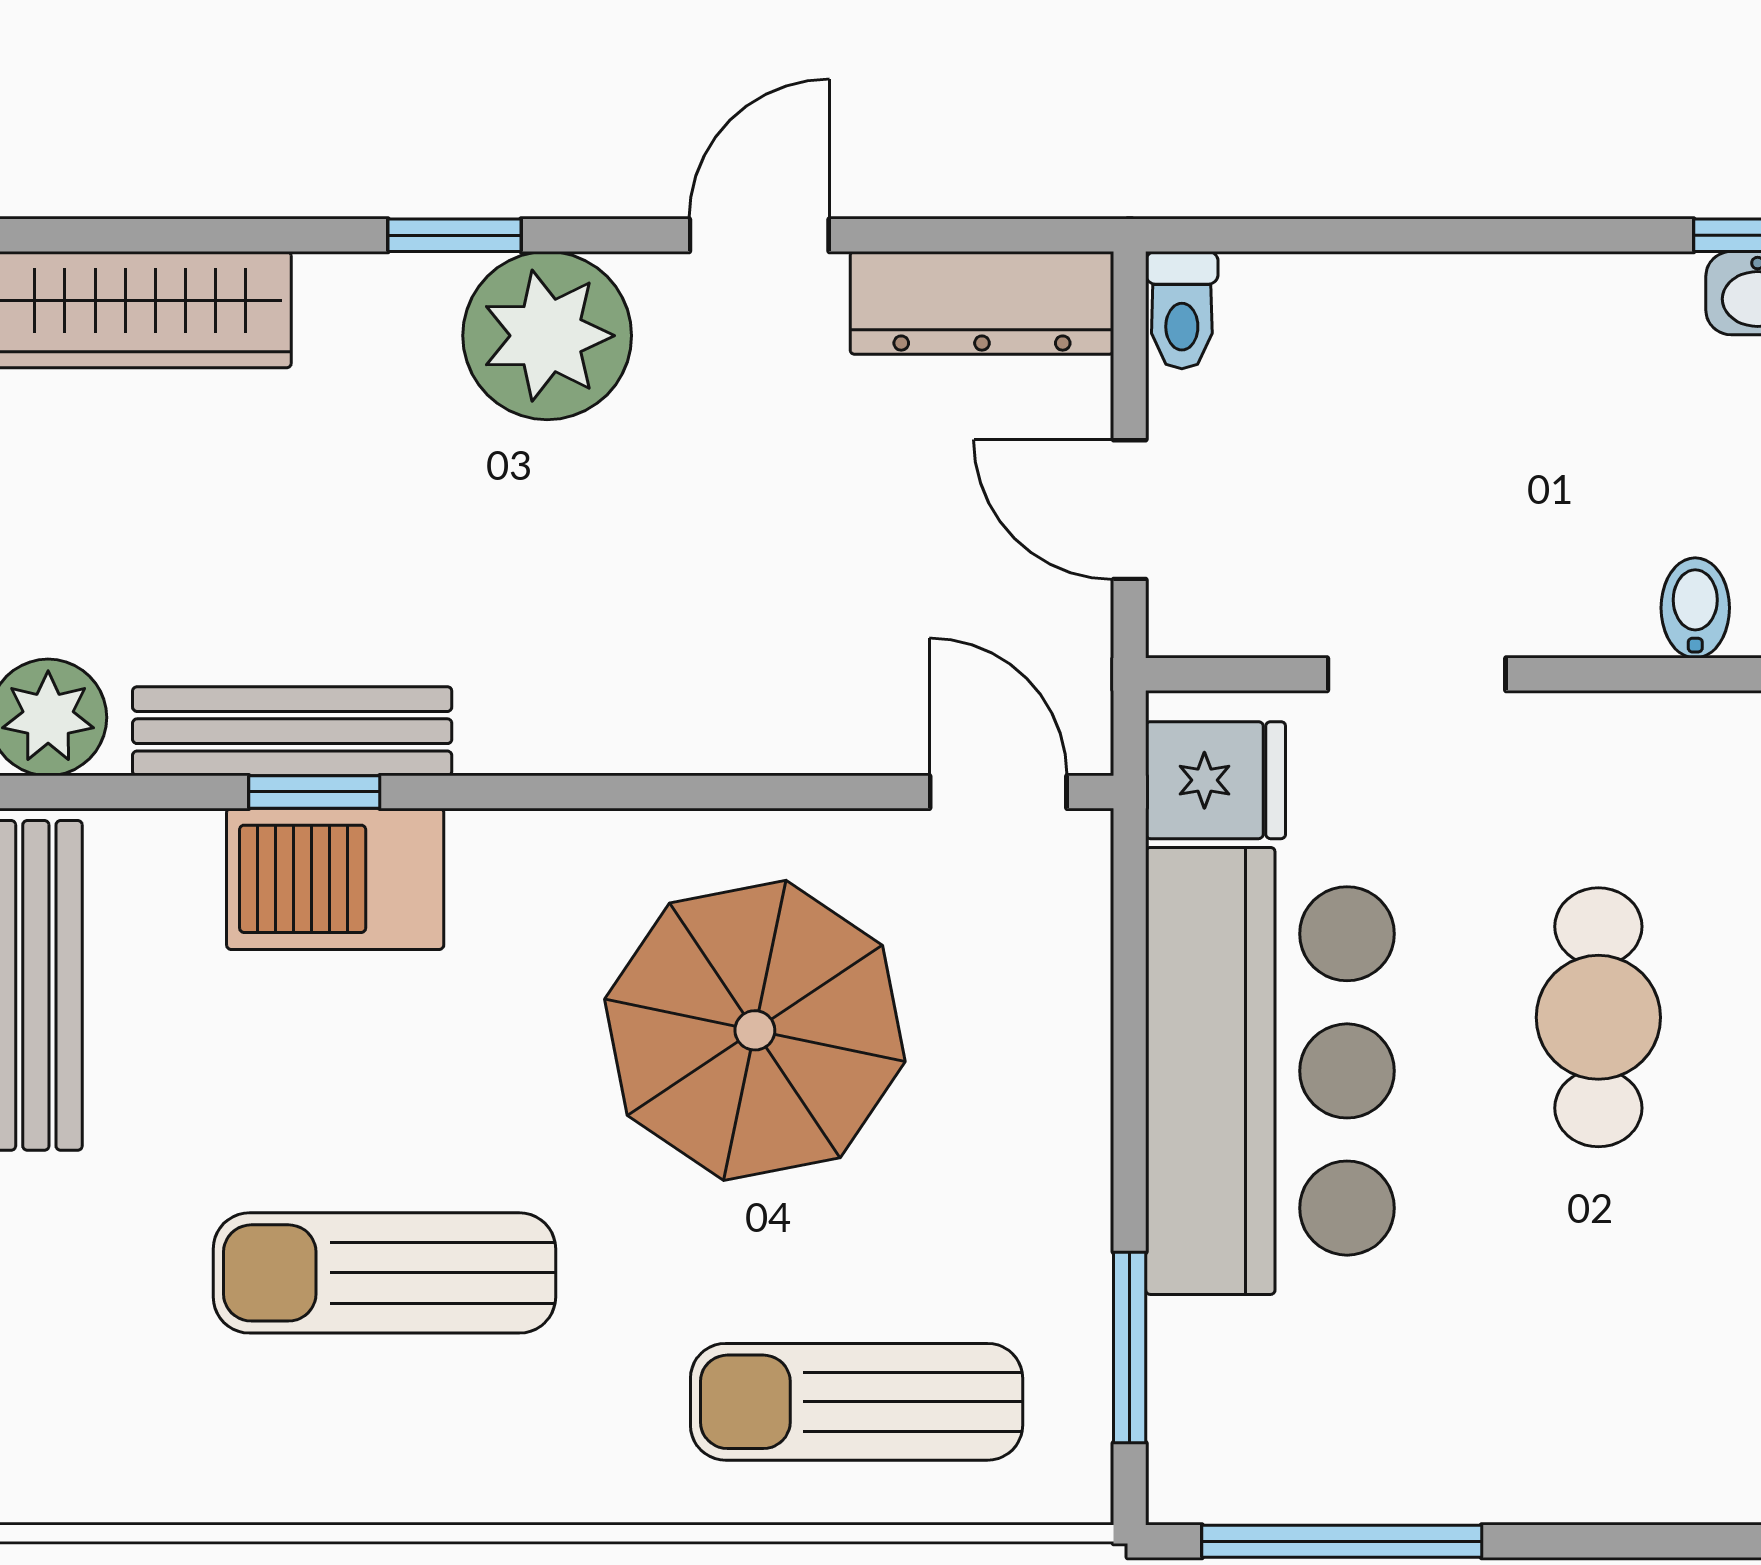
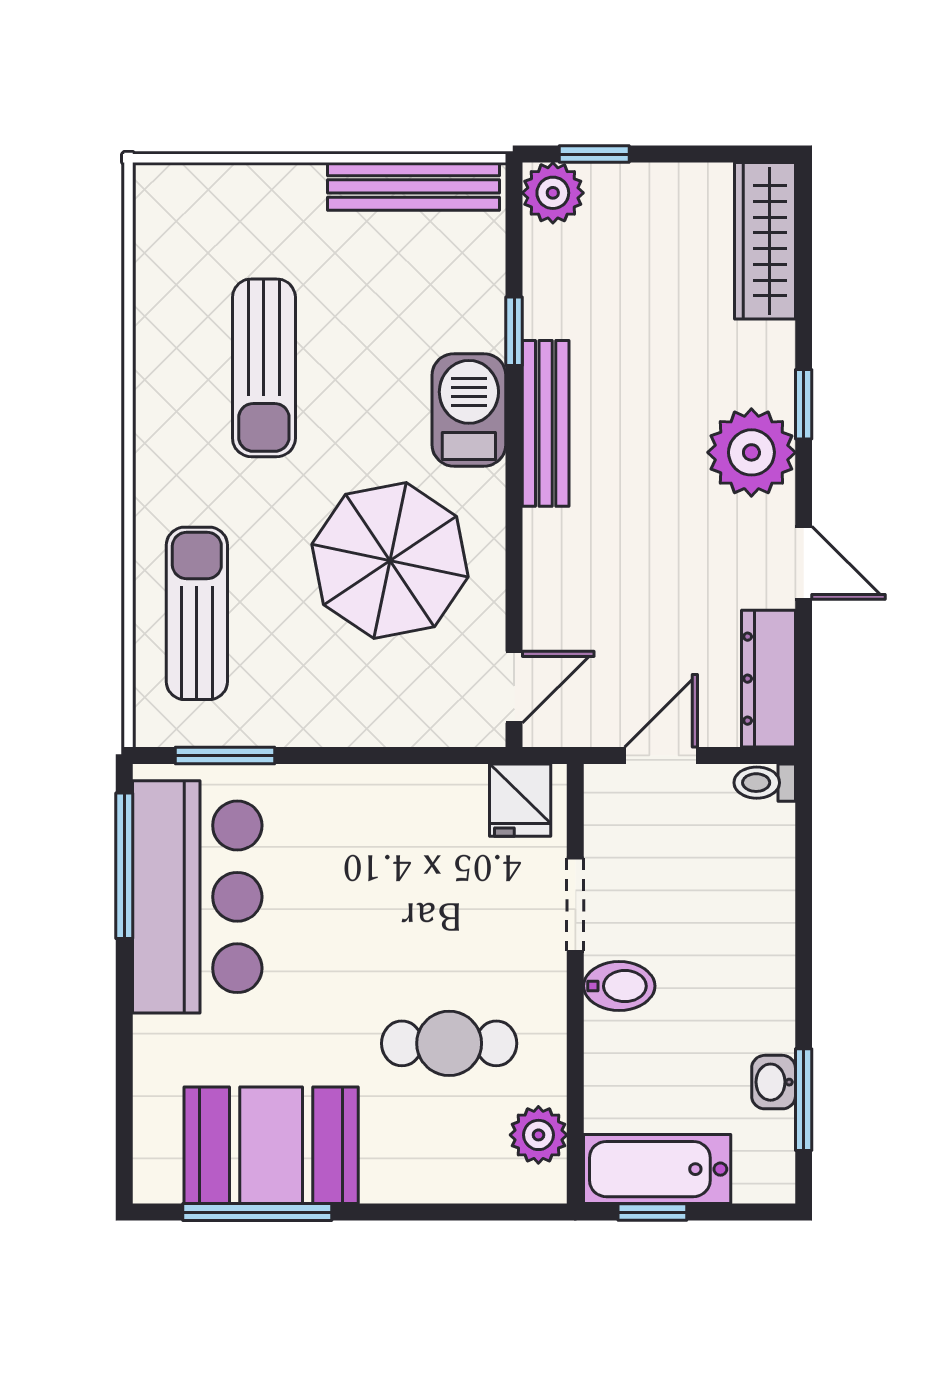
bidet: (1695, 608) -> (619, 986), moved, width x1.38, depth x1.36
bench: (292, 731) -> (546, 423), moved
barbecue: (335, 879) -> (469, 410), moved
cafe table: (1598, 1017) -> (449, 1043), moved
bar counter: (1270, 1071) -> (197, 897), moved, turned -90
sun lounger: (384, 1273) -> (264, 368), turned 180

